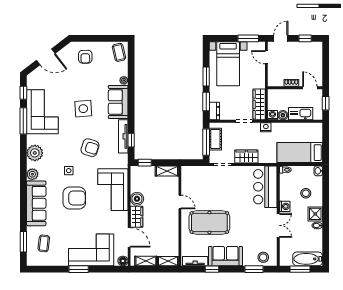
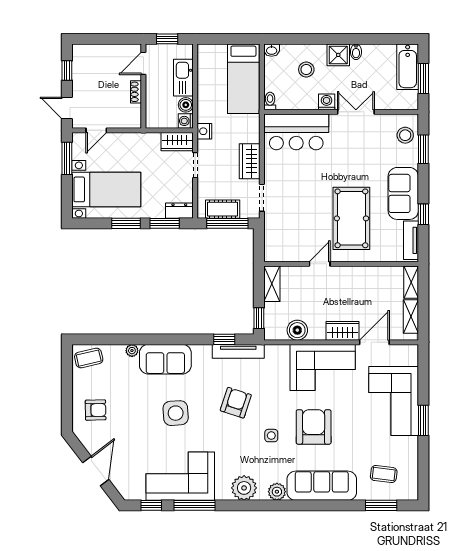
wardrobe: (259, 104) -> (177, 142), width x0.67
tv unit: (123, 136) -> (238, 351), moved
corner sofa: (113, 190) -> (323, 367), moved
boiler: (137, 199) -> (297, 330), moved
floor lamp: (123, 261) -> (411, 352), removed

